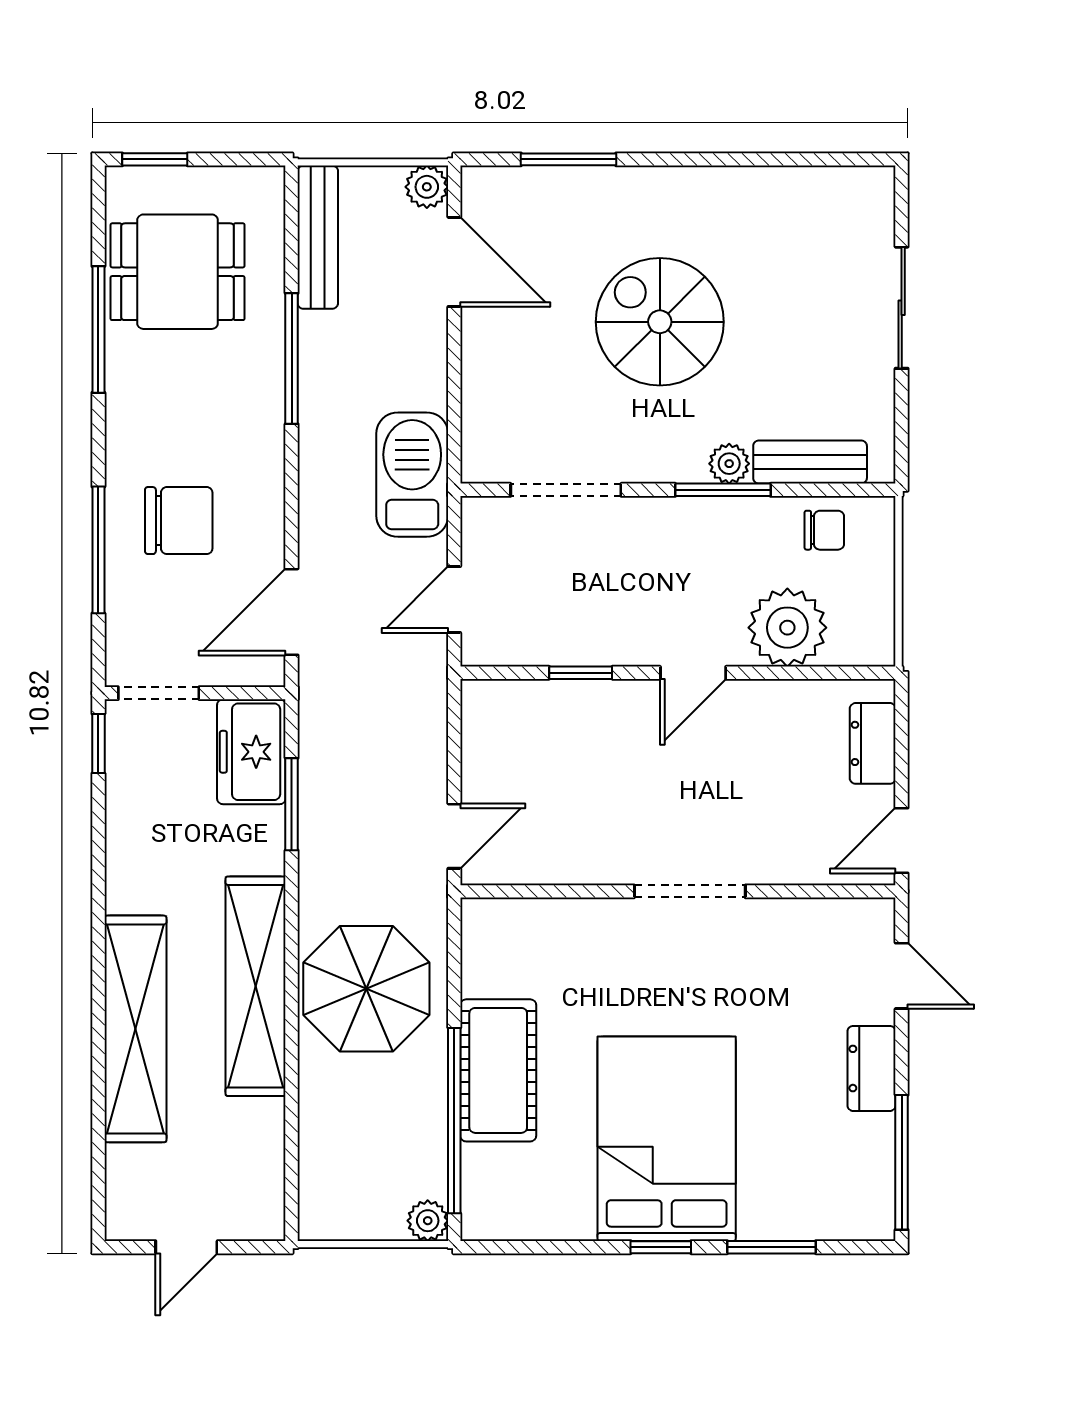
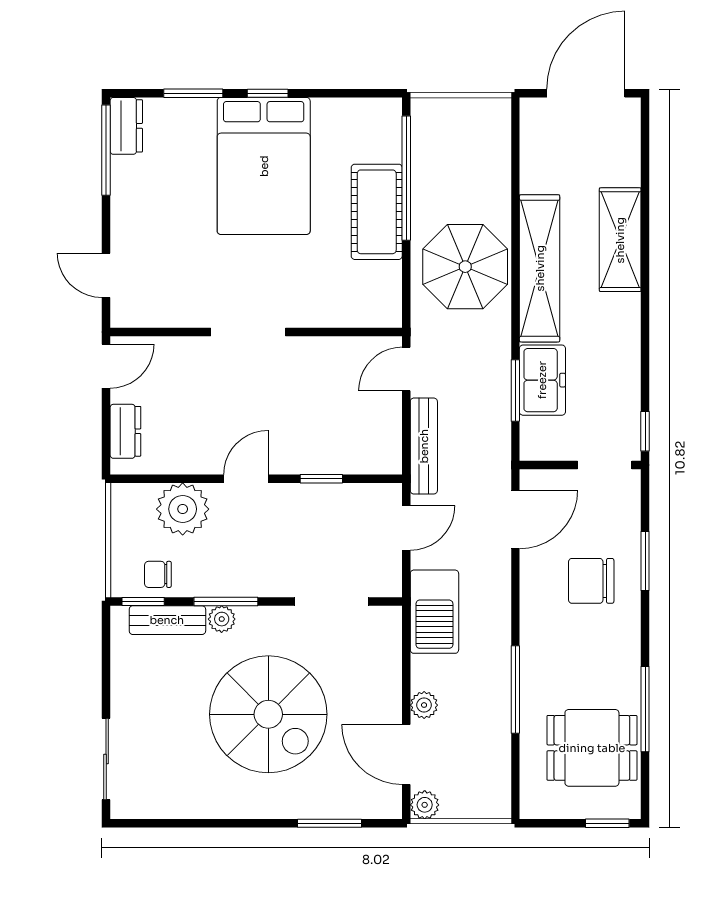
bench: (318, 237) -> (424, 446), moved
sliding door: (902, 308) -> (106, 759), moved
spiral stairs: (660, 322) -> (268, 714), width x1.37, depth x1.37
window: (846, 490) -> (143, 601), added
window: (98, 550) -> (645, 561), width x0.69
freezer: (251, 752) -> (542, 380), moved
shelving: (135, 1029) -> (620, 240), width x0.68
dresser: (872, 1068) -> (126, 126), moved
plant: (428, 1221) -> (424, 705), moved
door: (186, 1247) -> (586, 93), width x1.87

